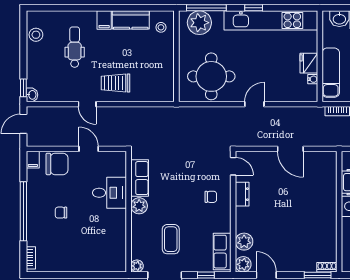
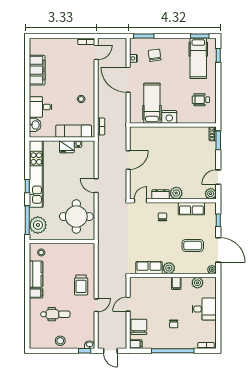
stool: (36, 35) -> (60, 341), moved
dental chair: (75, 47) -> (55, 314), turned 180
desk: (110, 193) -> (204, 309), moved, turned 90
filing cabinet: (118, 216) -> (176, 283), added
plant: (244, 242) -> (176, 193), moved
plant: (119, 246) -> (197, 283), added
row of seats: (222, 252) -> (191, 209), moved

